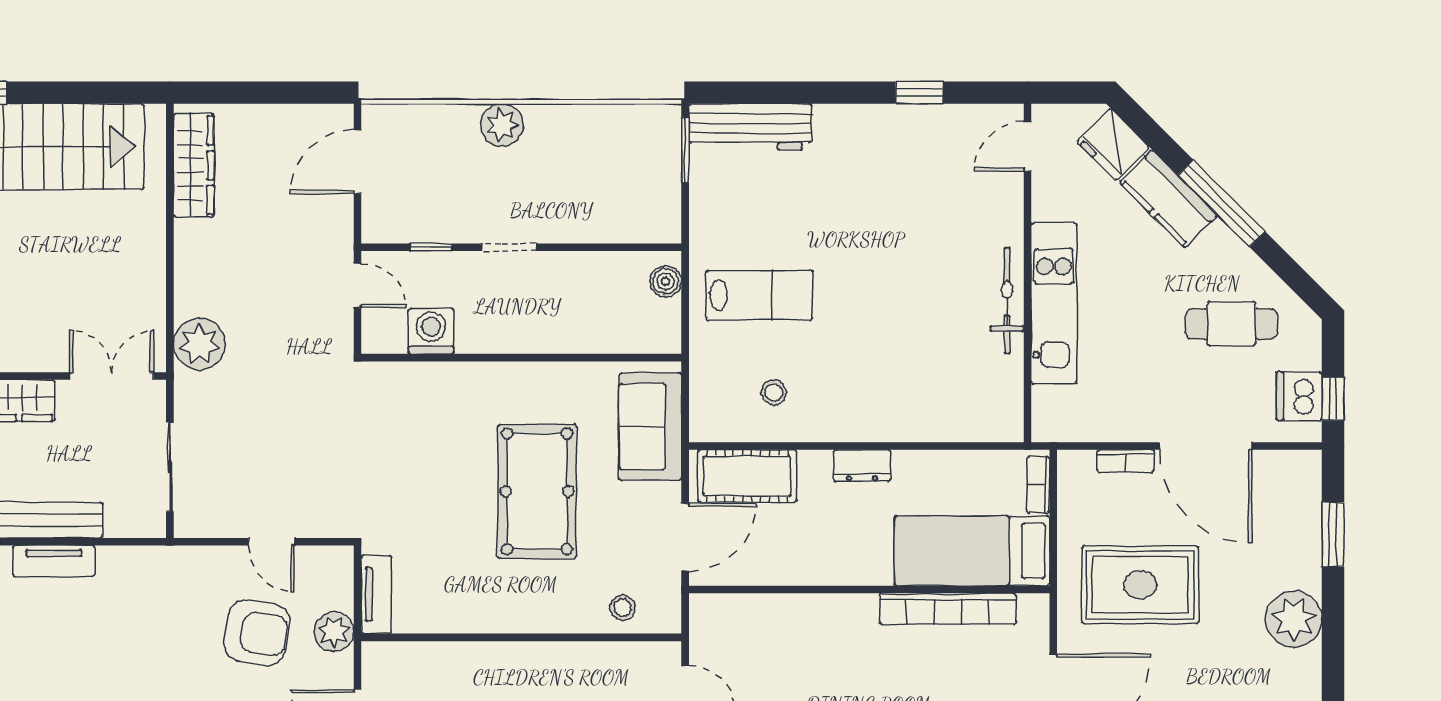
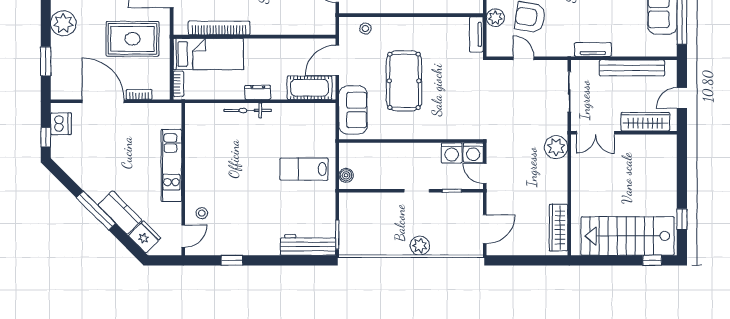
bicycle: (1007, 301) -> (248, 110), moved, turned 90
cafe table: (1231, 324) -> (91, 156), removed
washing machine: (383, 332) -> (473, 153), added
stool: (774, 393) -> (202, 213), moved
window: (1333, 399) -> (46, 137), moved
tv unit: (54, 561) -> (593, 50), moved

